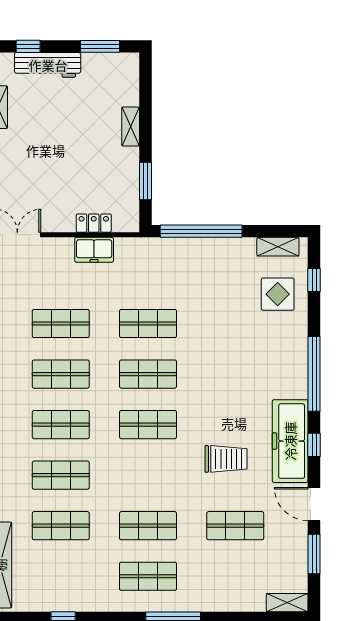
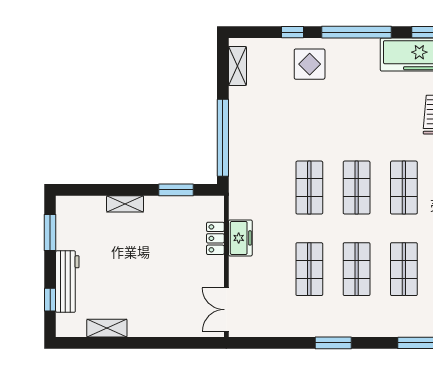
window: (314, 280) -> (293, 32), moved
display table: (278, 294) -> (310, 64), moved

